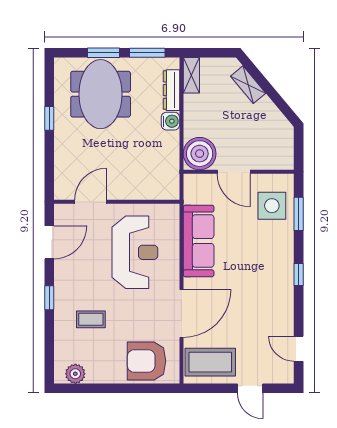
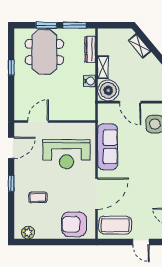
shelving: (191, 75) -> (103, 67), moved
water cooler: (170, 121) -> (89, 81), moved
reception desk: (135, 252) -> (66, 154), turned 90

